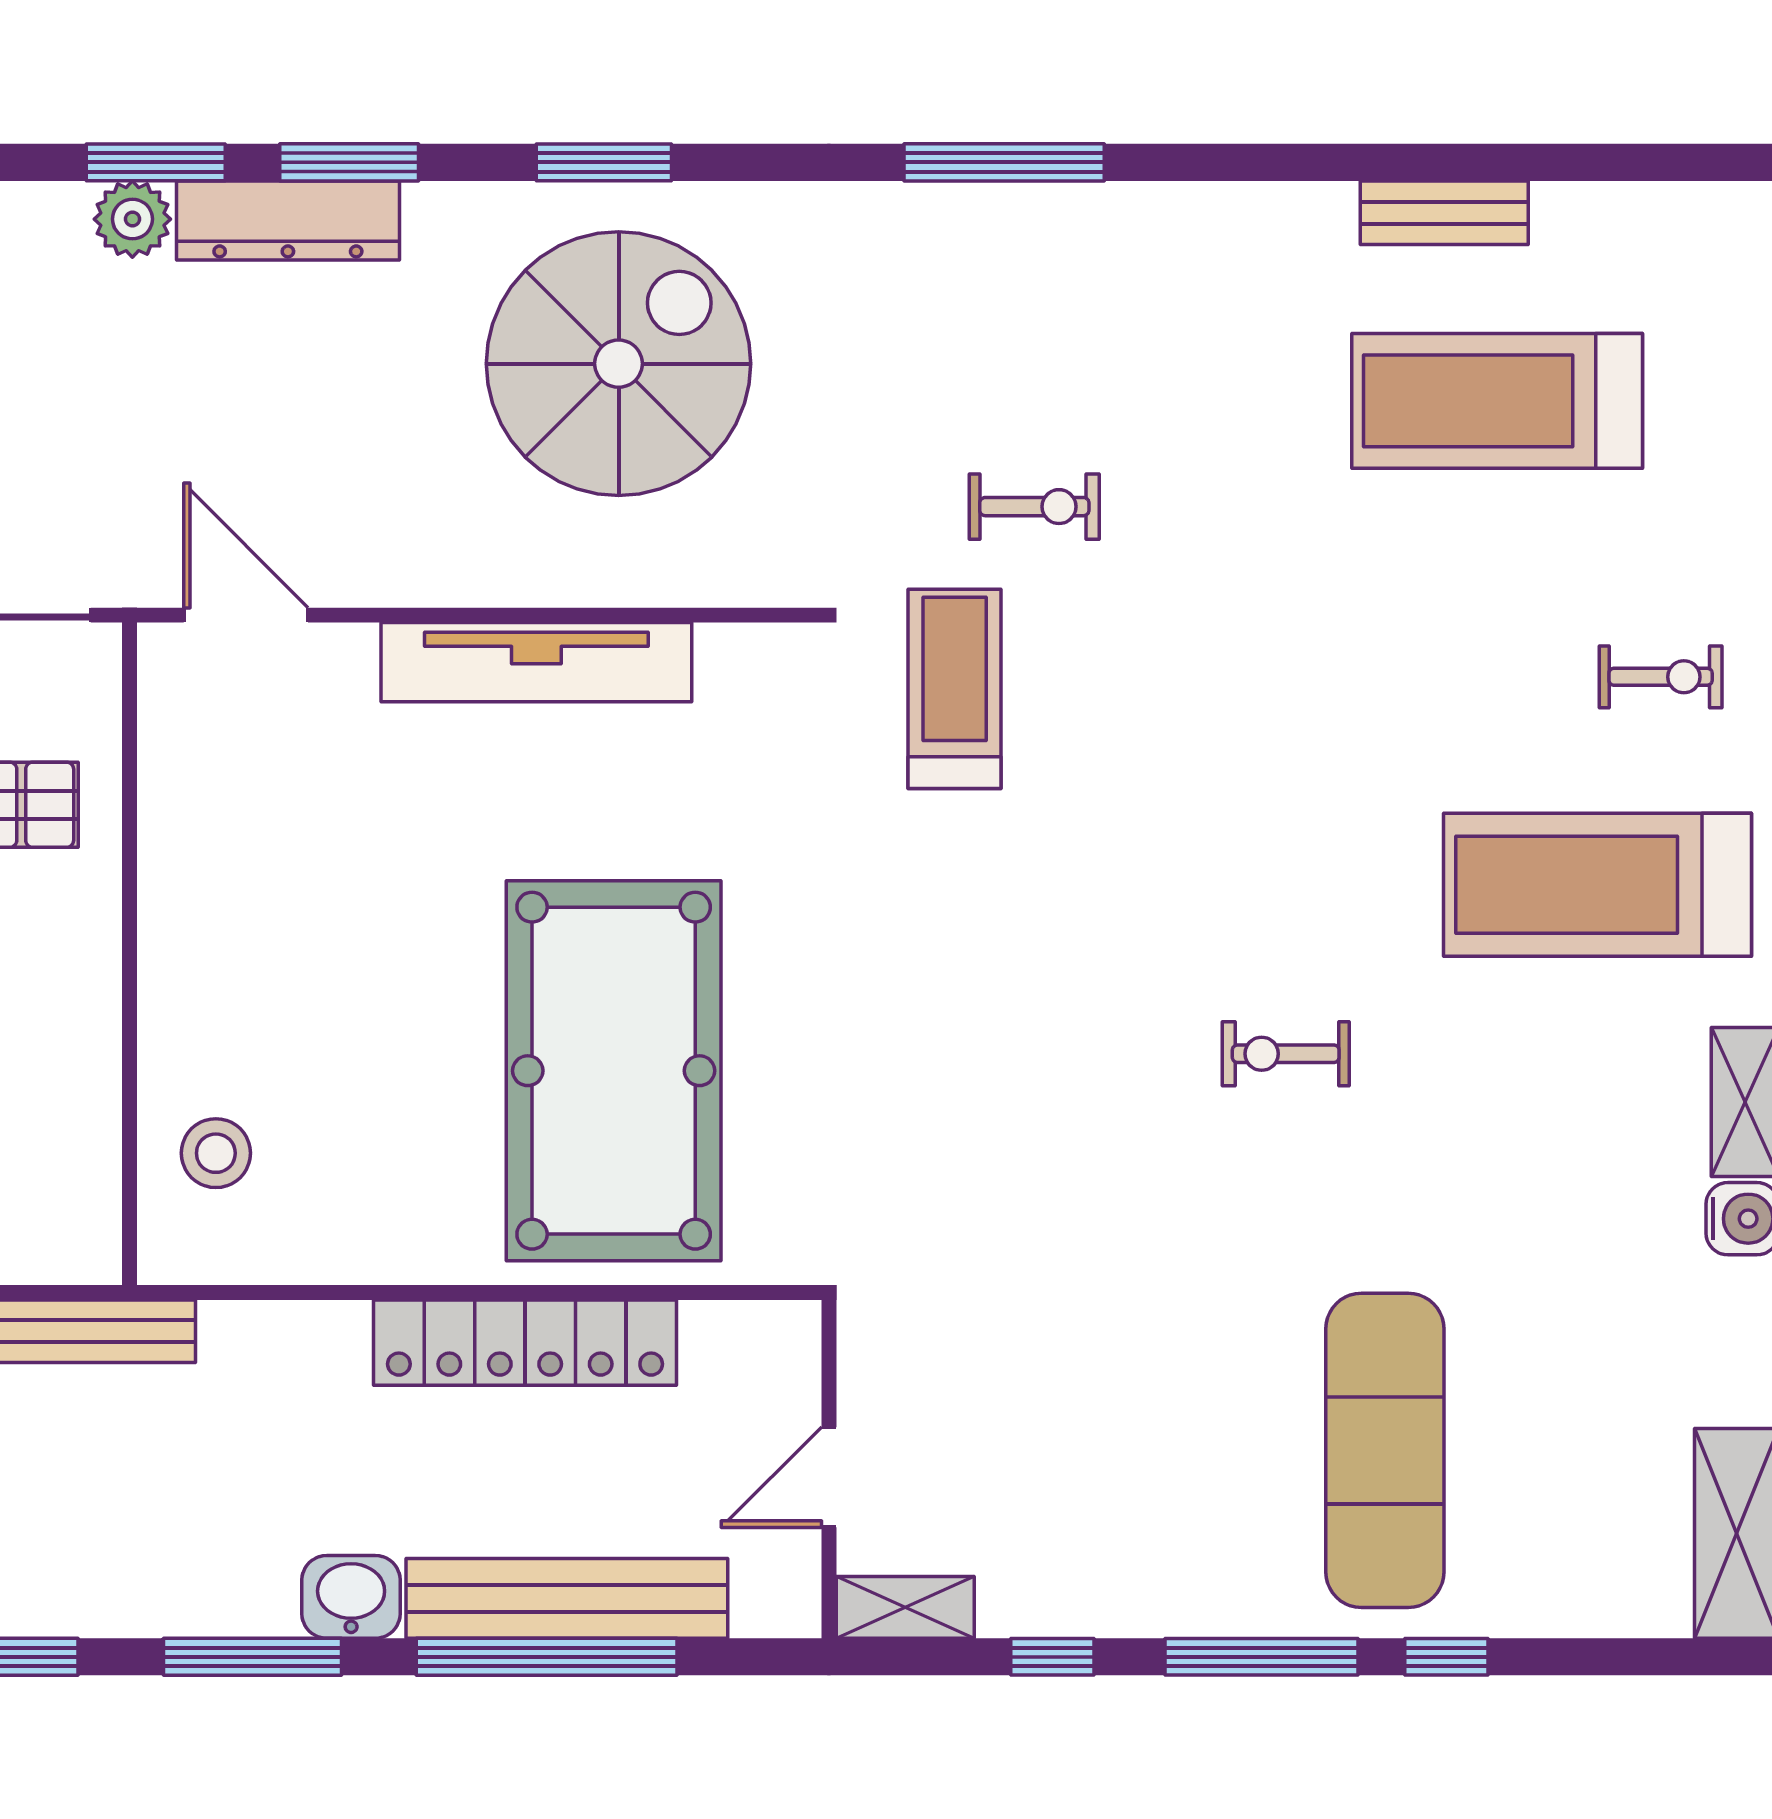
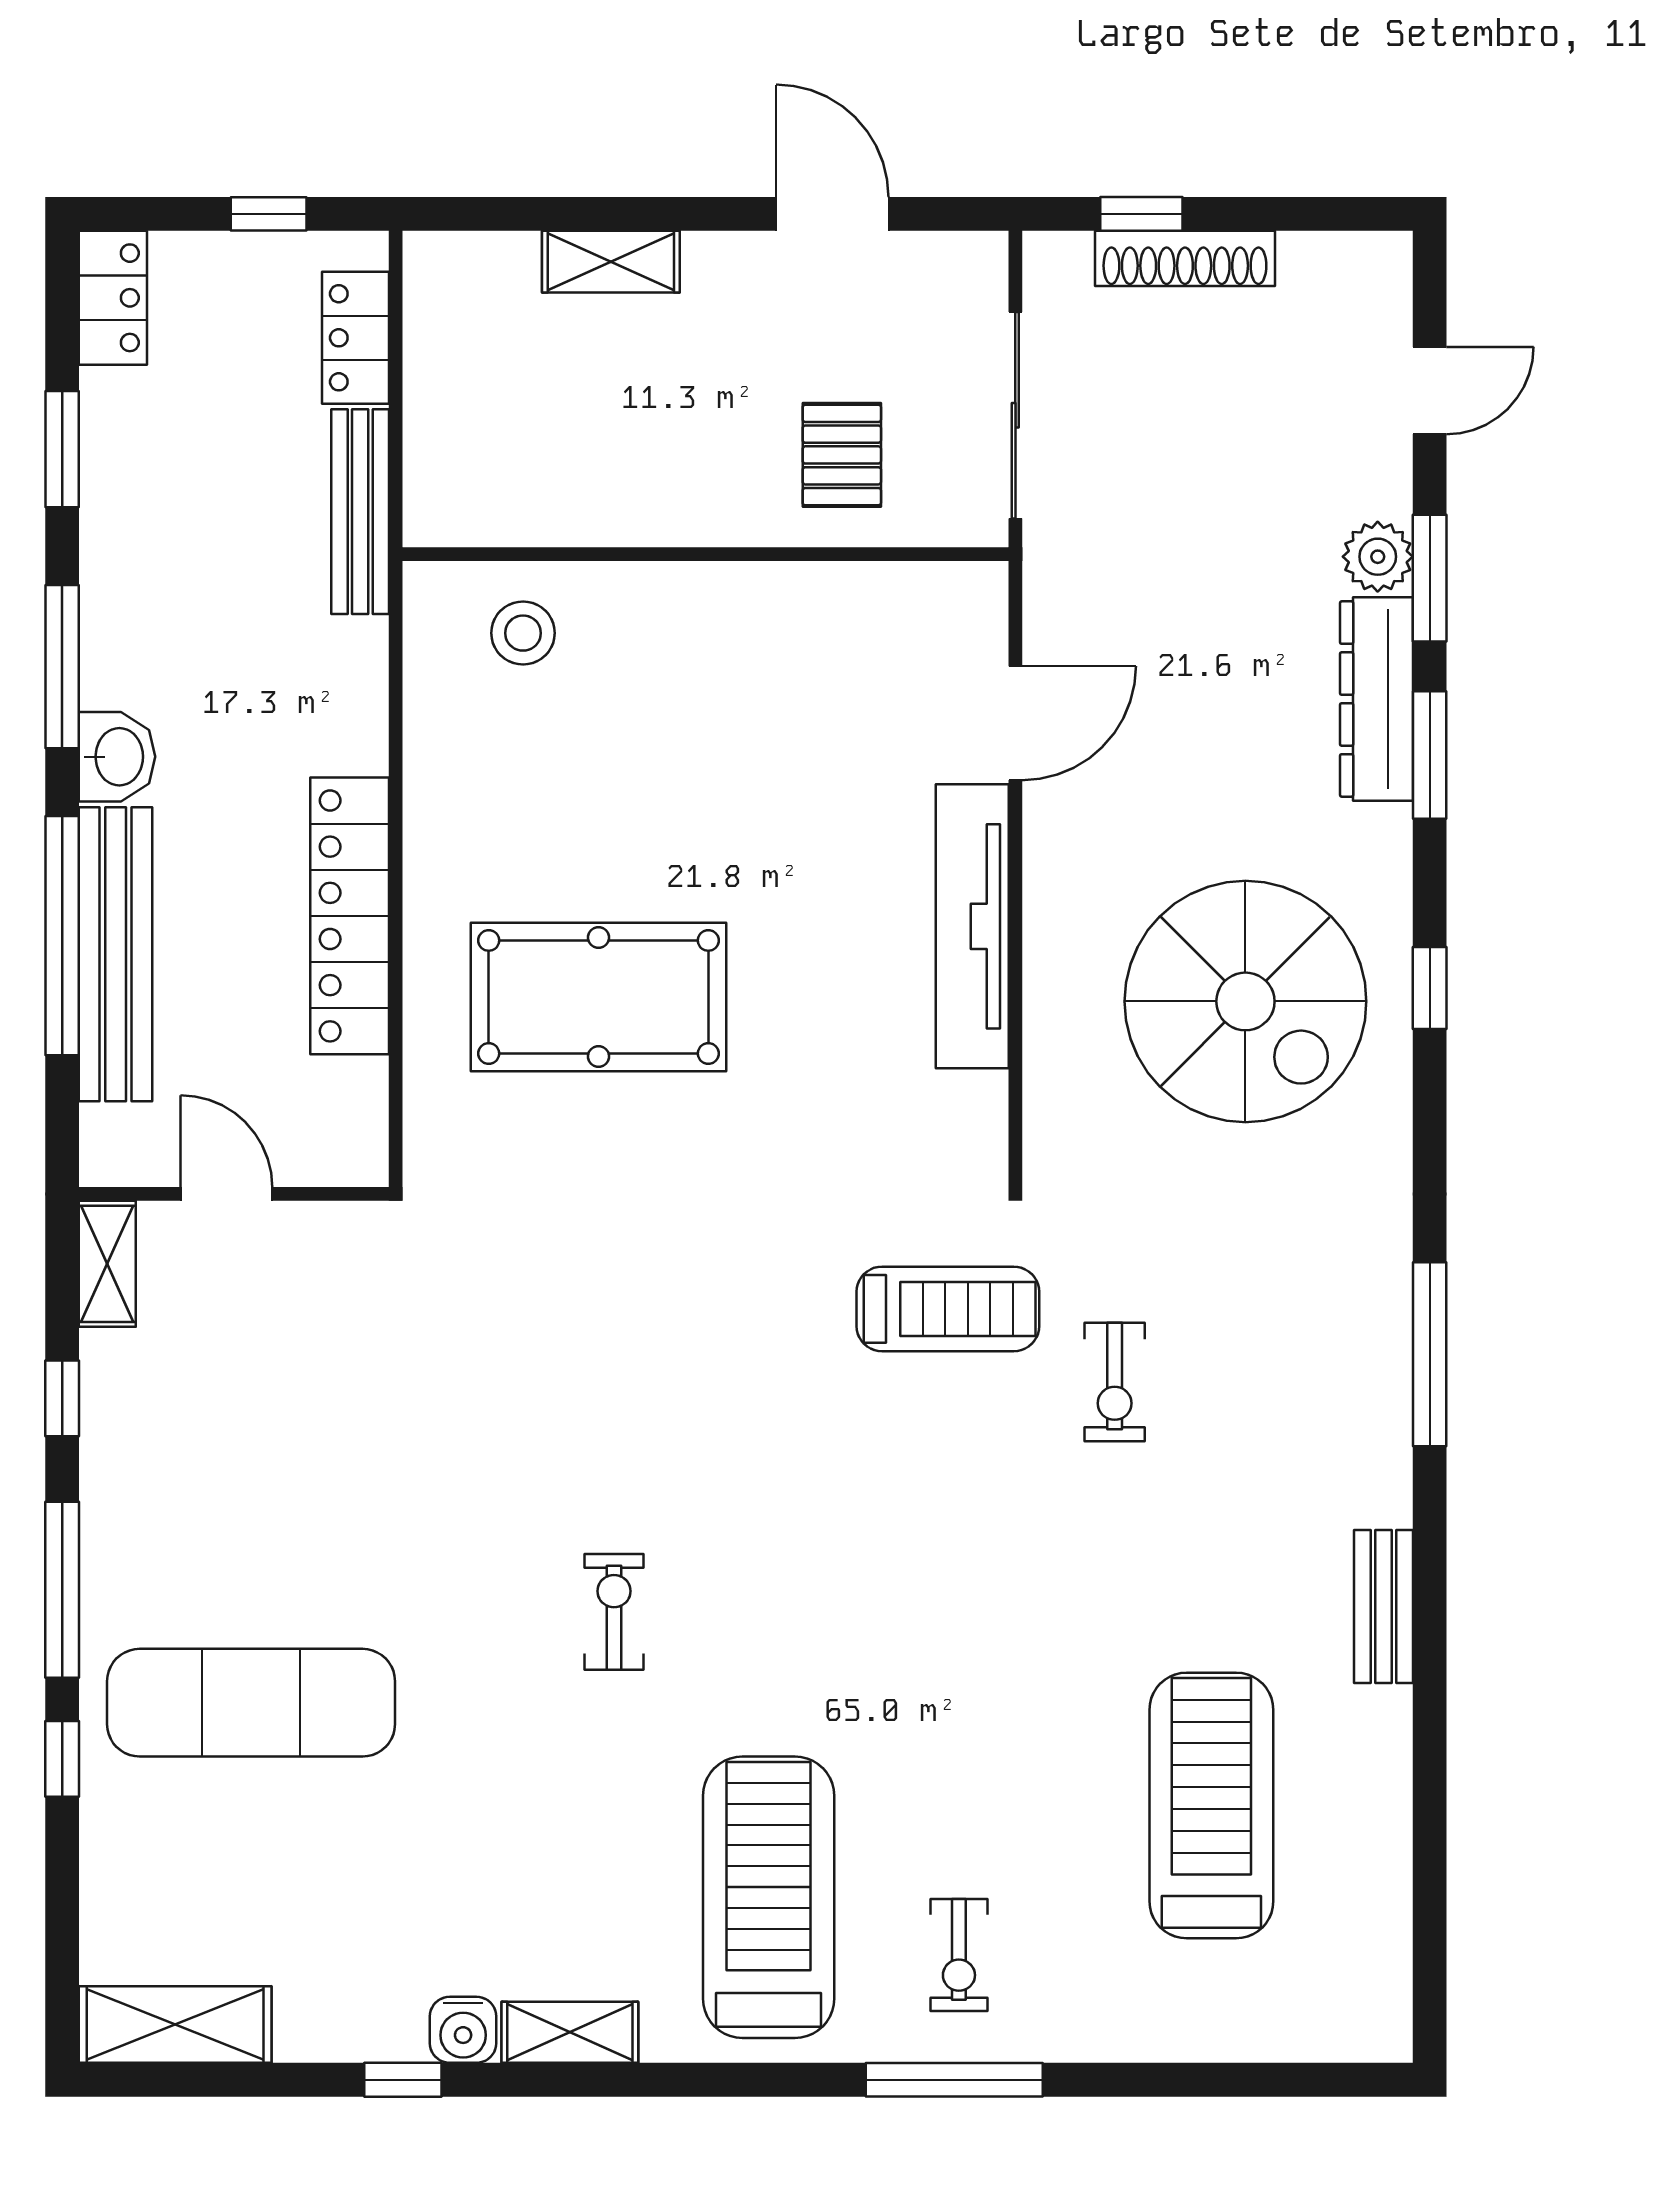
window: (604, 162) -> (1430, 988), width x0.67
bench: (1444, 213) -> (1383, 1607), moved
door: (246, 615) -> (1015, 723), moved
pool table: (614, 1071) -> (599, 997), width x0.73, depth x0.76

